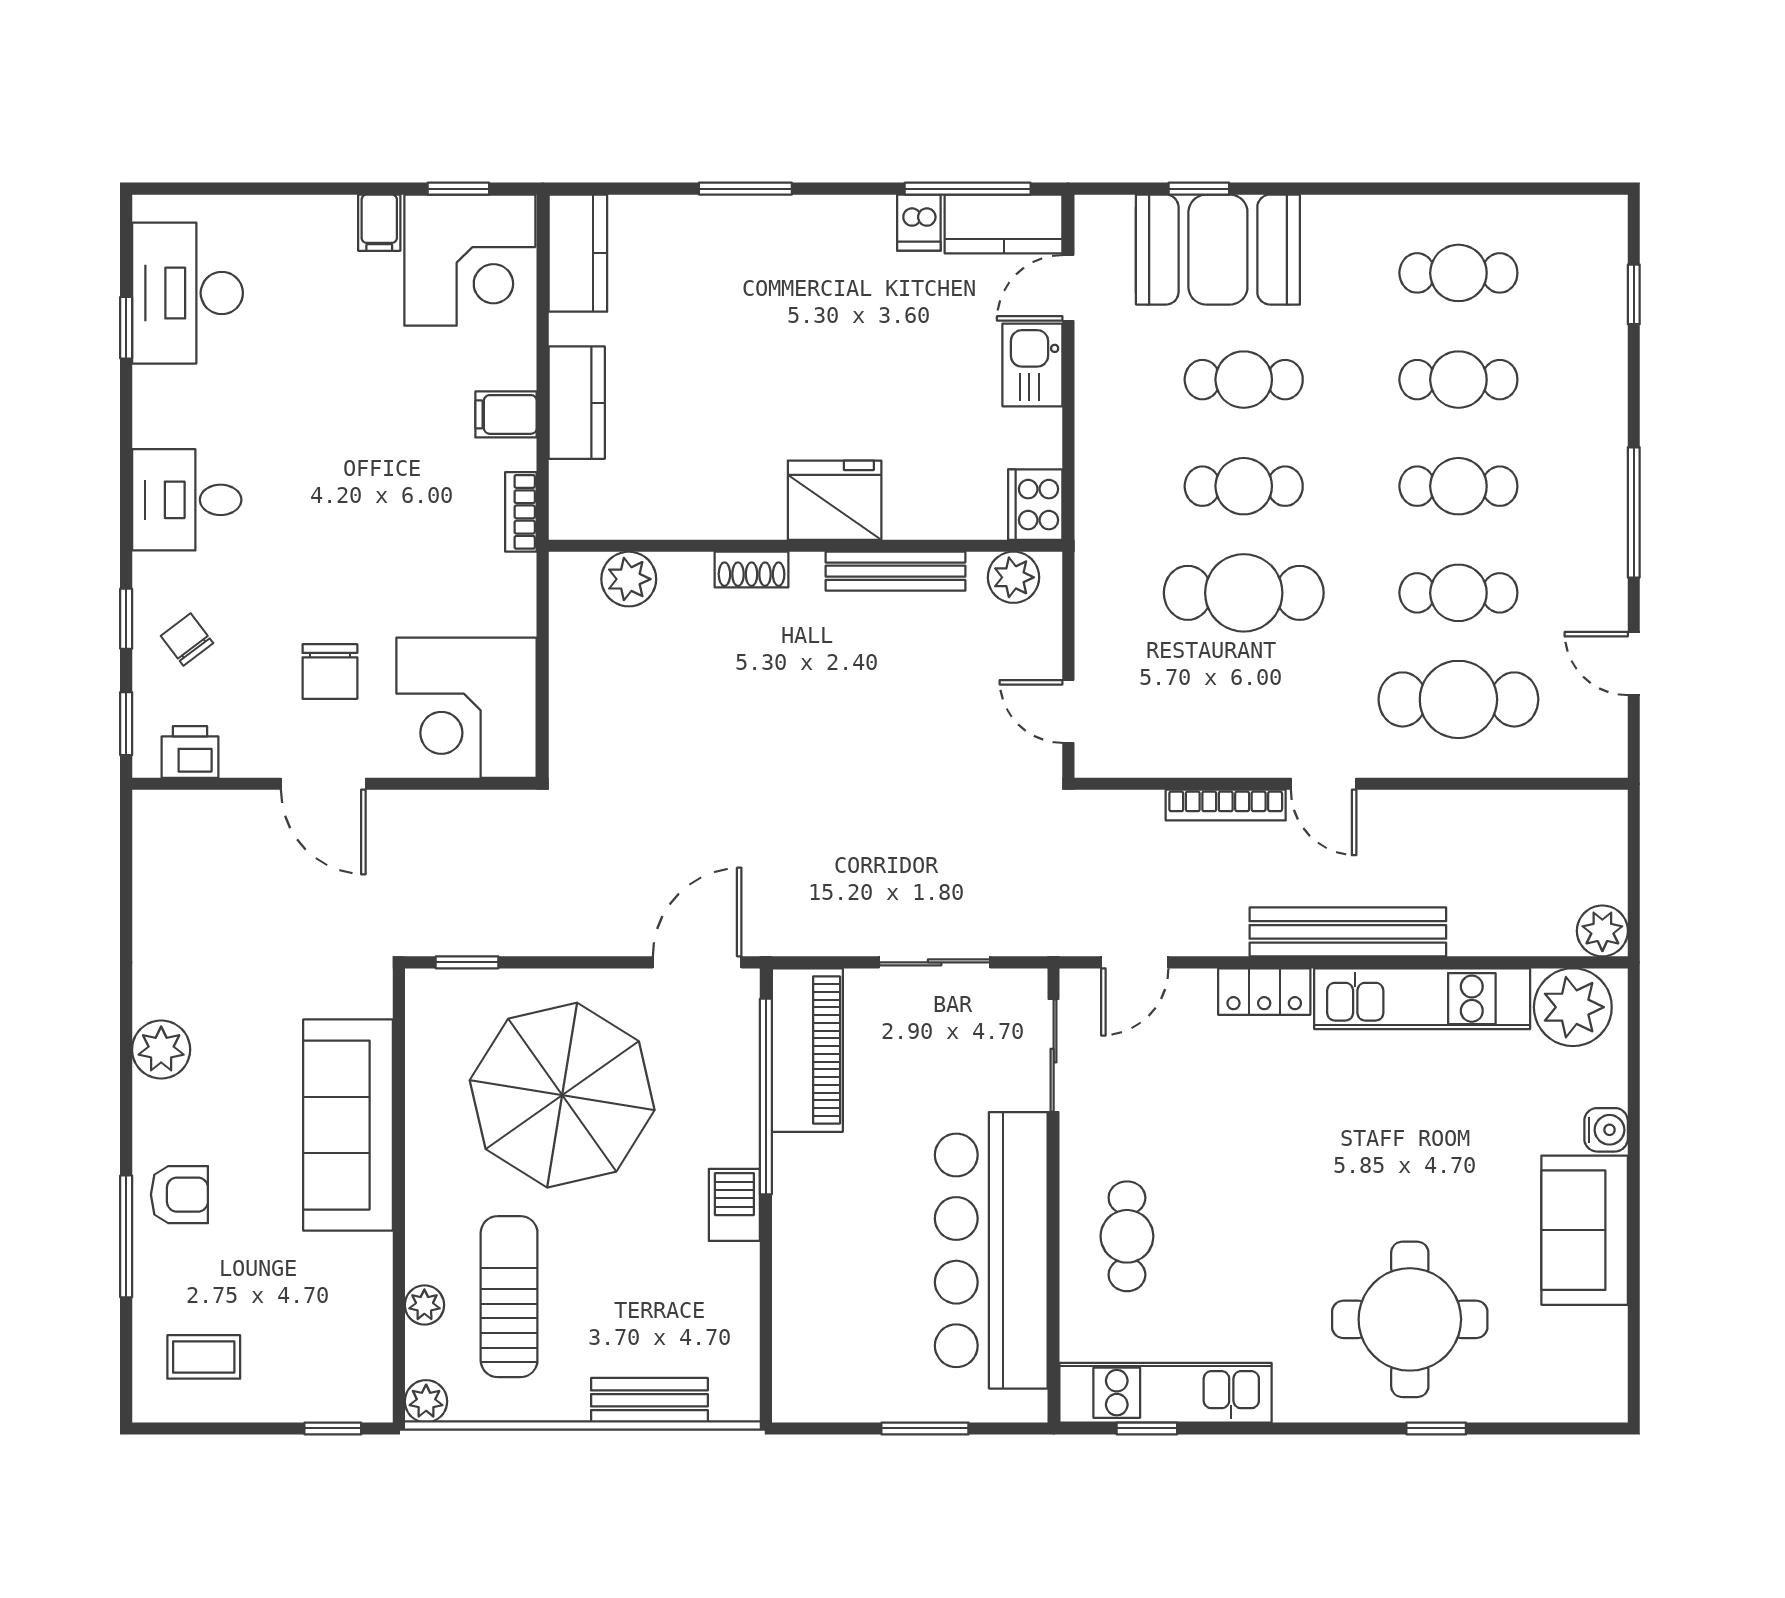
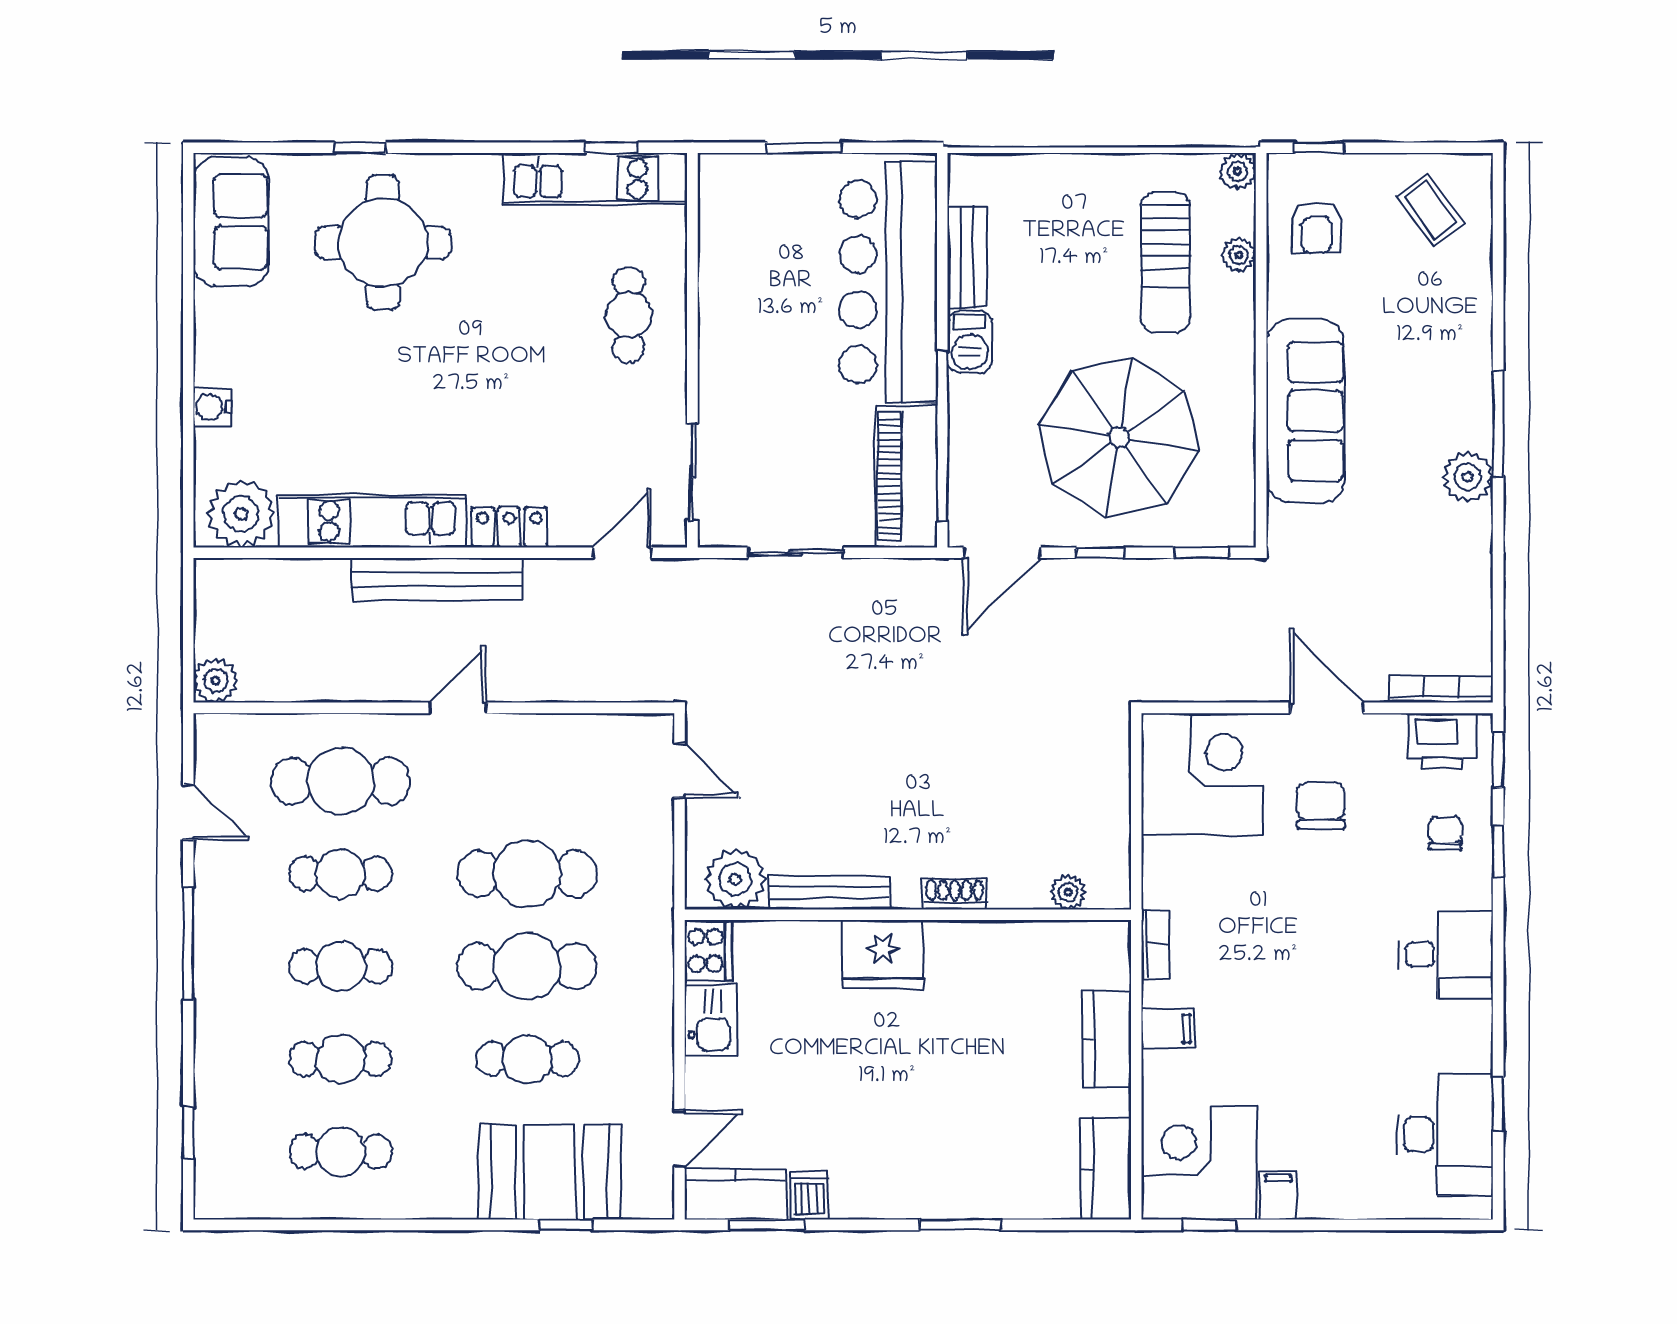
window: (968, 189) -> (767, 1225), width x0.69
kitchen sink: (1032, 365) -> (711, 1020), moved
cafe table: (1244, 486) -> (527, 966), width x1.37, depth x1.35
plant: (1013, 577) -> (735, 879), width x1.36, depth x1.36
plant: (629, 579) -> (1068, 892), width x0.73, depth x0.73
chair: (187, 639) -> (1445, 833), turned -143
printer: (190, 752) -> (1443, 741), width x1.36, depth x1.24
door: (1324, 784) -> (458, 708), hinge flipped
bookcase: (1226, 805) -> (1441, 689), moved
plant: (1602, 931) -> (216, 681), moved
window: (584, 962) -> (1100, 553), added
armchair: (179, 1195) -> (1316, 228), moved, turned -90
sofa: (1585, 1230) -> (231, 222), moved
window: (126, 1236) -> (1498, 424), moved
bar counter: (991, 1250) -> (888, 282), moved, turned 180
coffee table: (204, 1357) -> (1431, 210), turned 54
bench: (649, 1400) -> (967, 257), moved, turned 90

